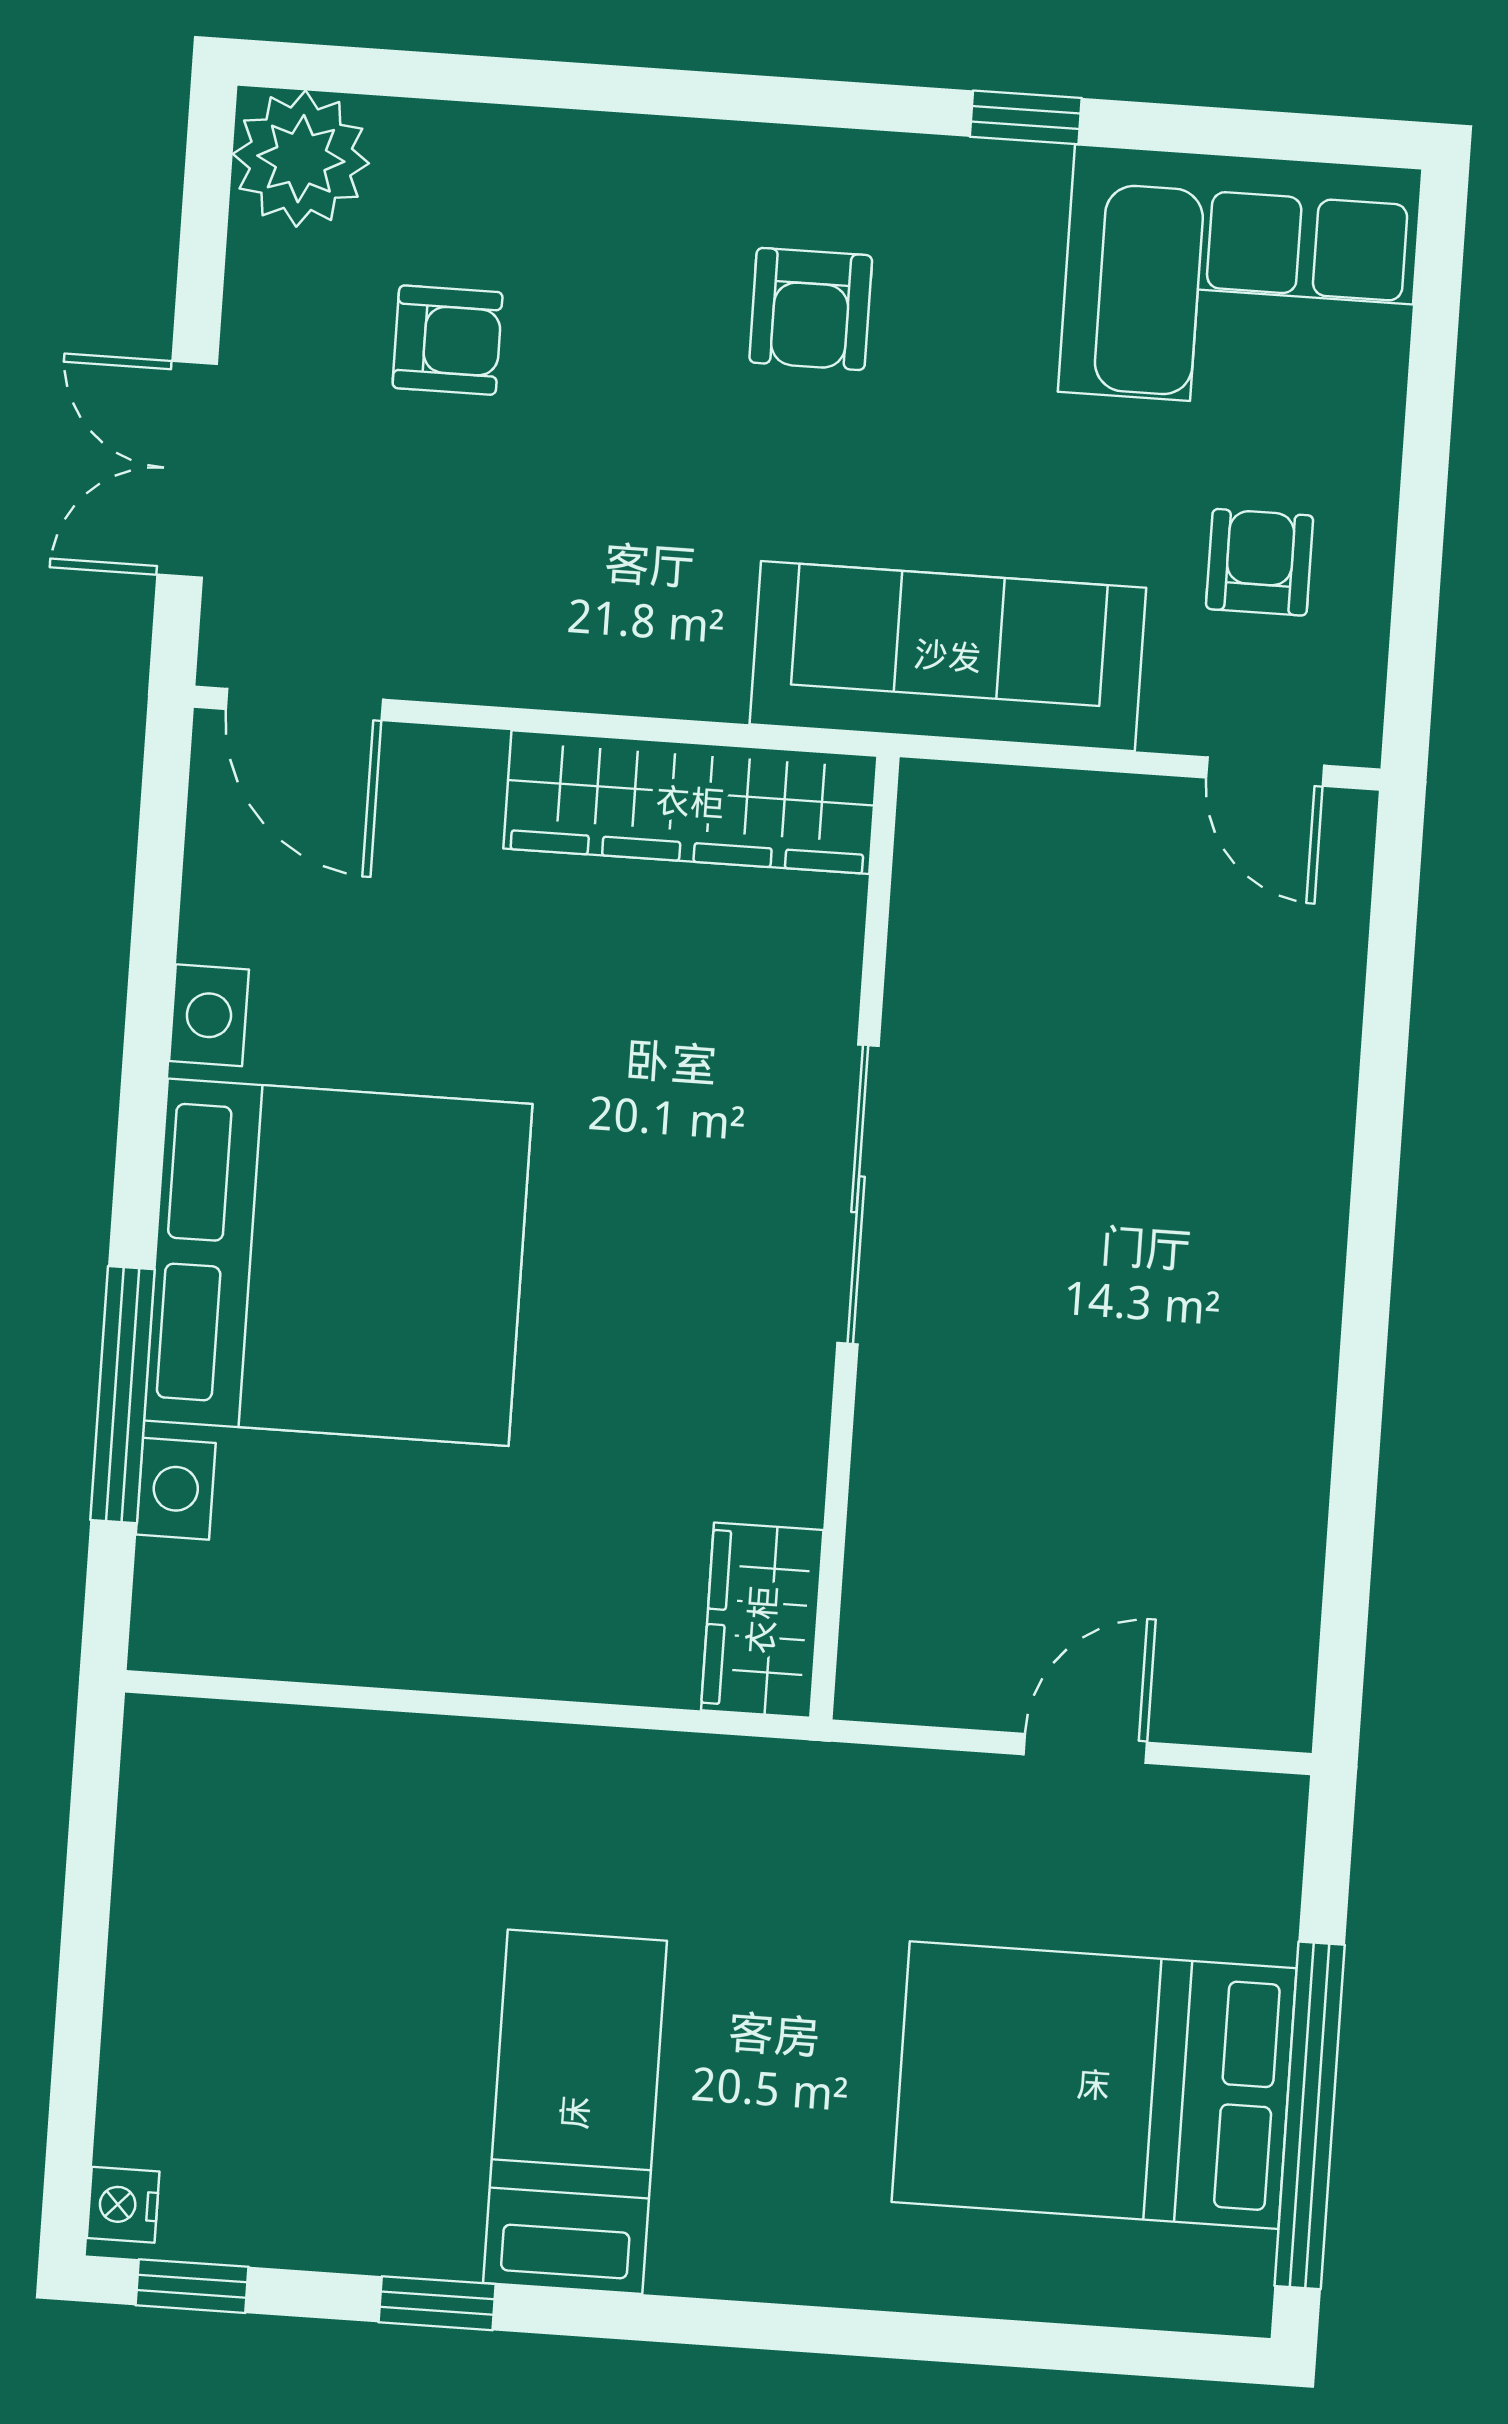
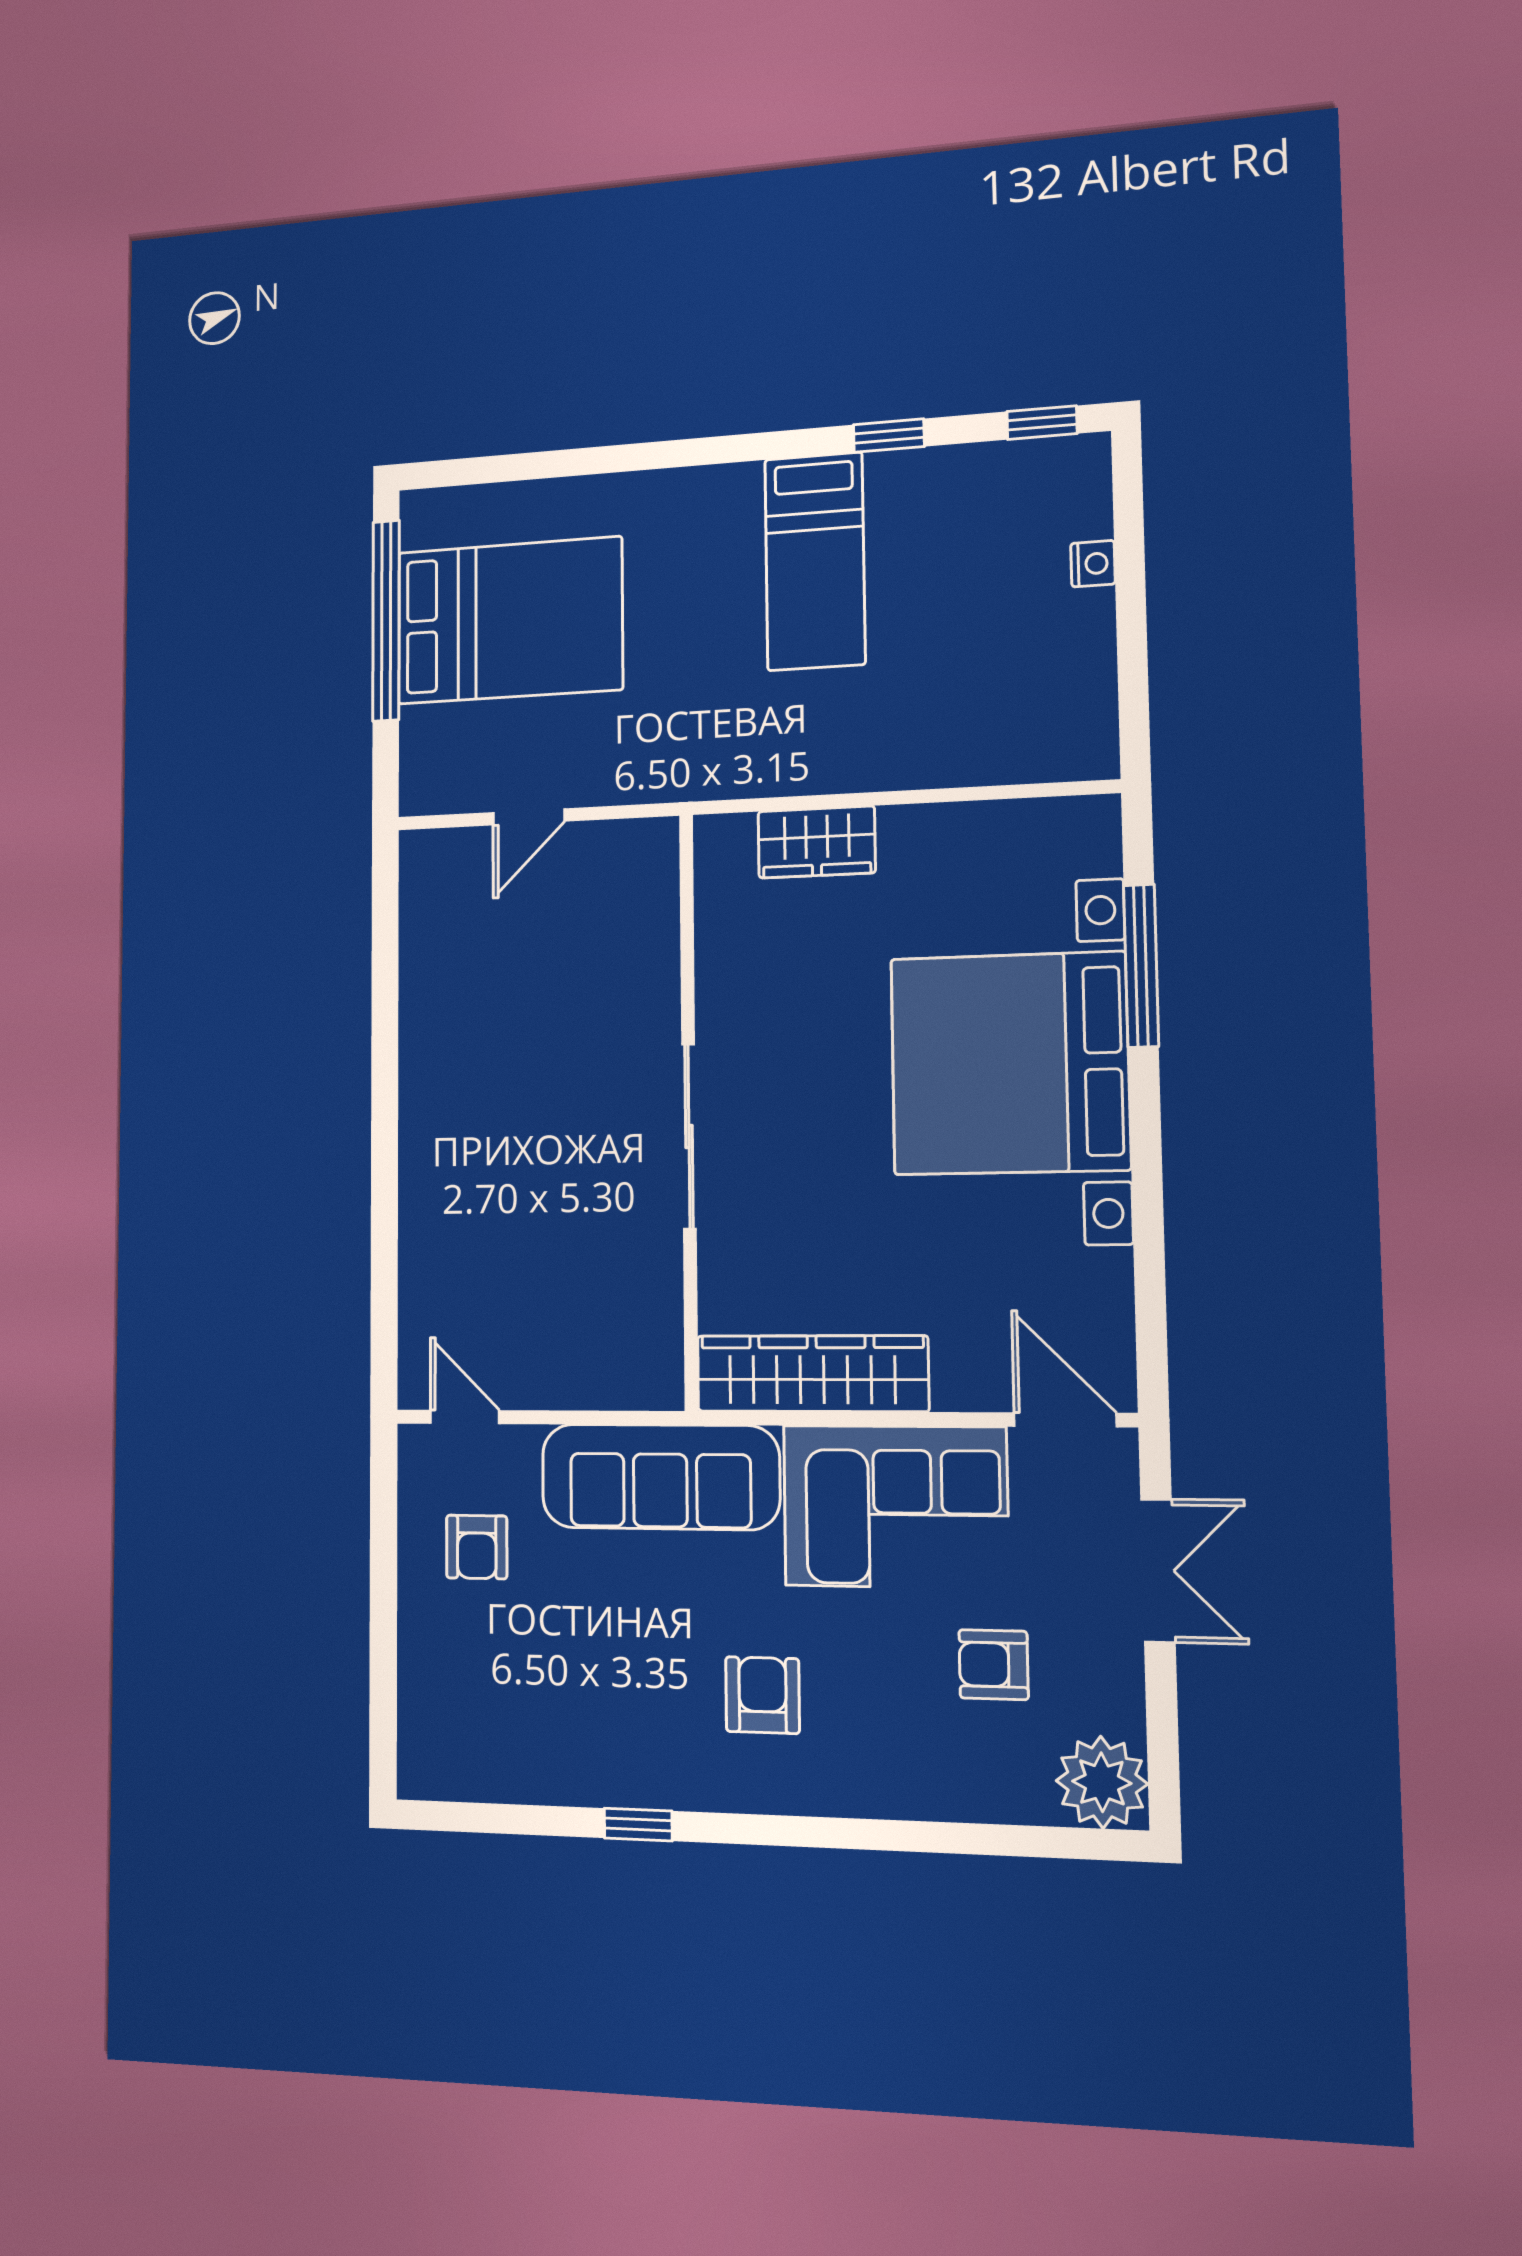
corner sofa: (1240, 280) -> (895, 1507), moved, turned 180
wardrobe: (762, 1620) -> (817, 842), moved, turned 90
nightstand: (123, 2205) -> (1093, 564), moved

